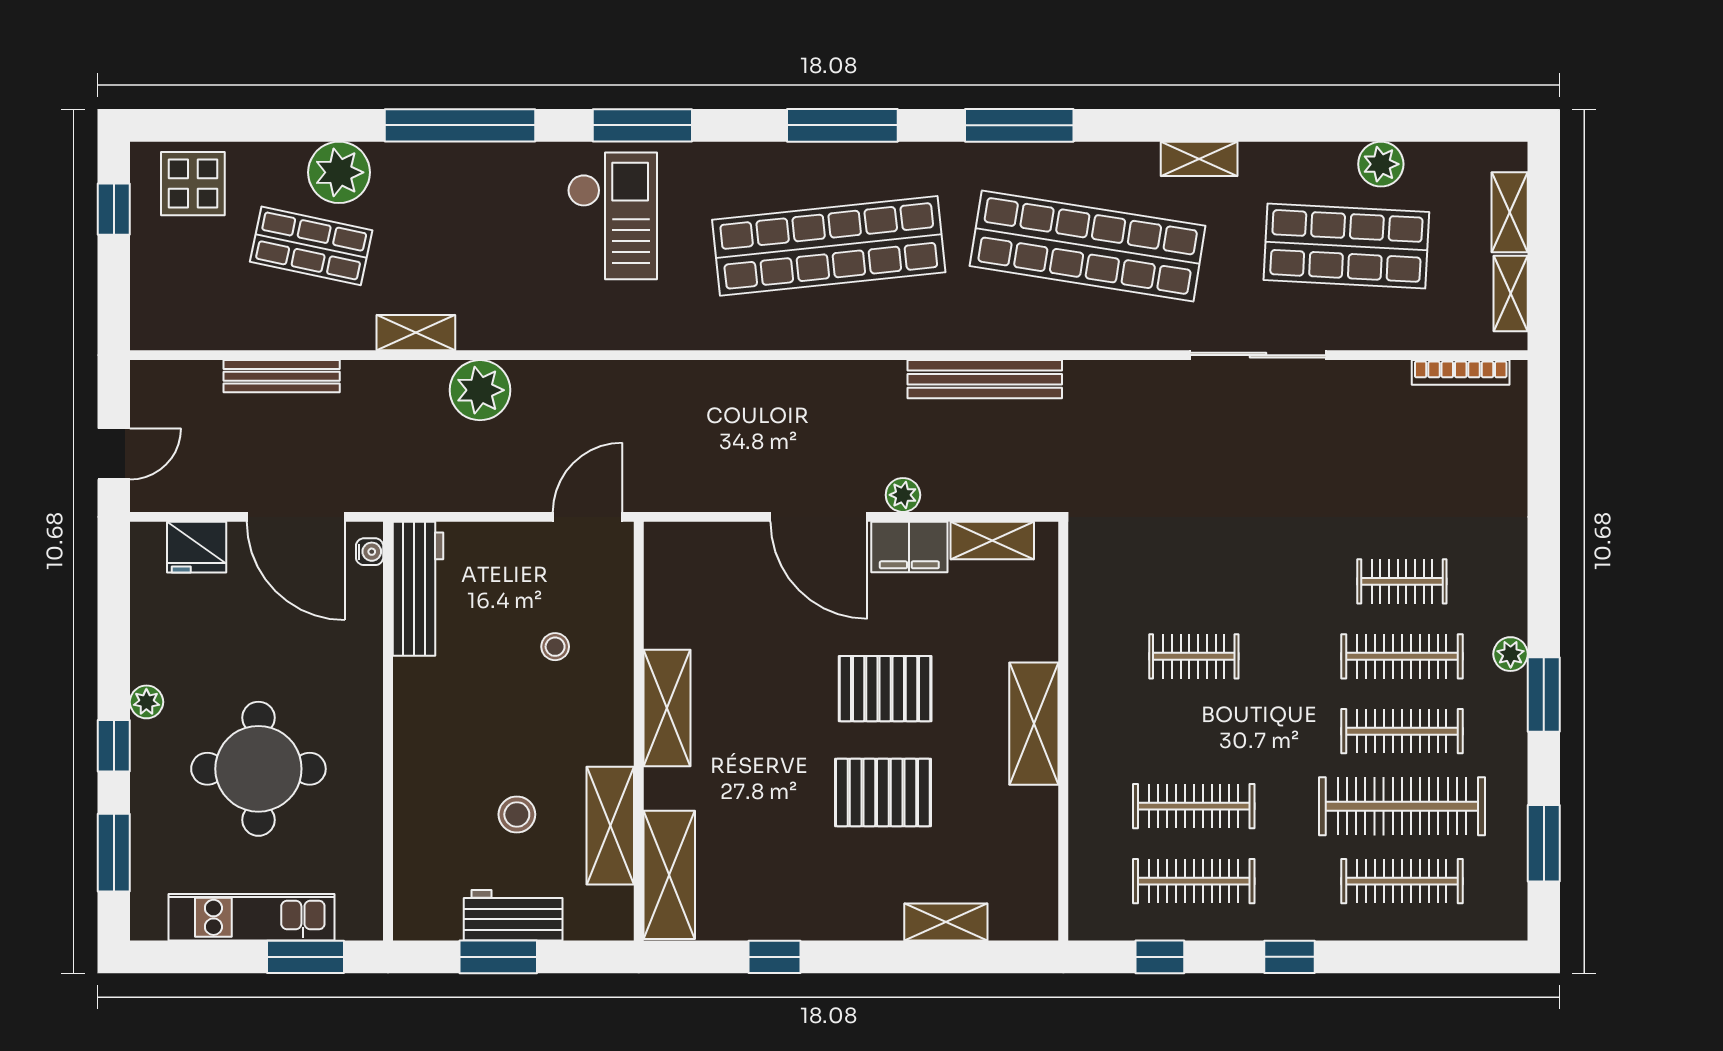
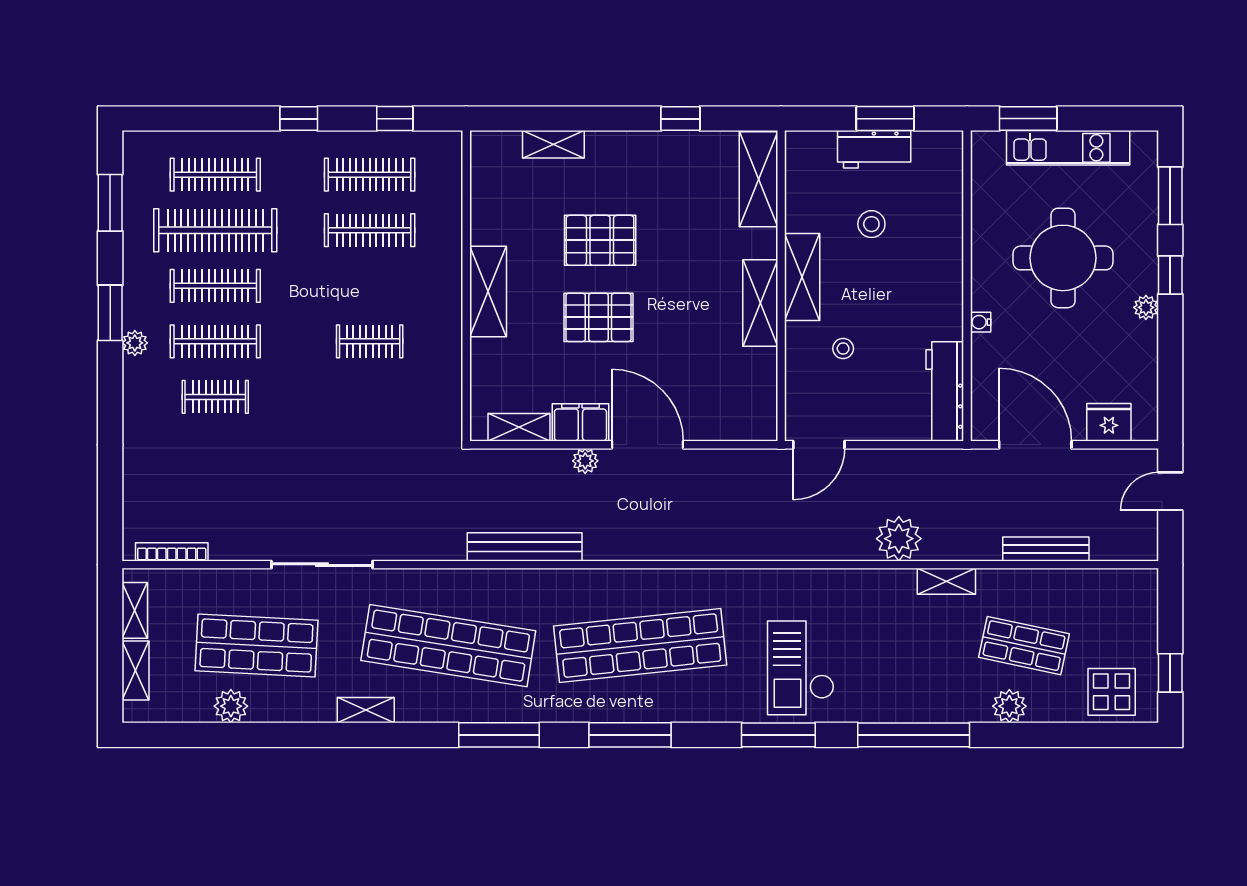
plant: (339, 172) -> (1009, 706), width x0.73, depth x0.73
water cooler: (370, 552) -> (981, 322), moved
shelving: (610, 826) -> (802, 277), moved

